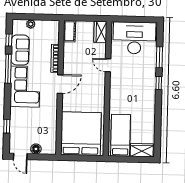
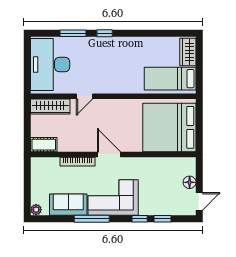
plant: (31, 24) -> (36, 210), moved
wardrobe: (100, 32) -> (50, 107), width x1.50
window: (9, 40) -> (140, 219), moved

